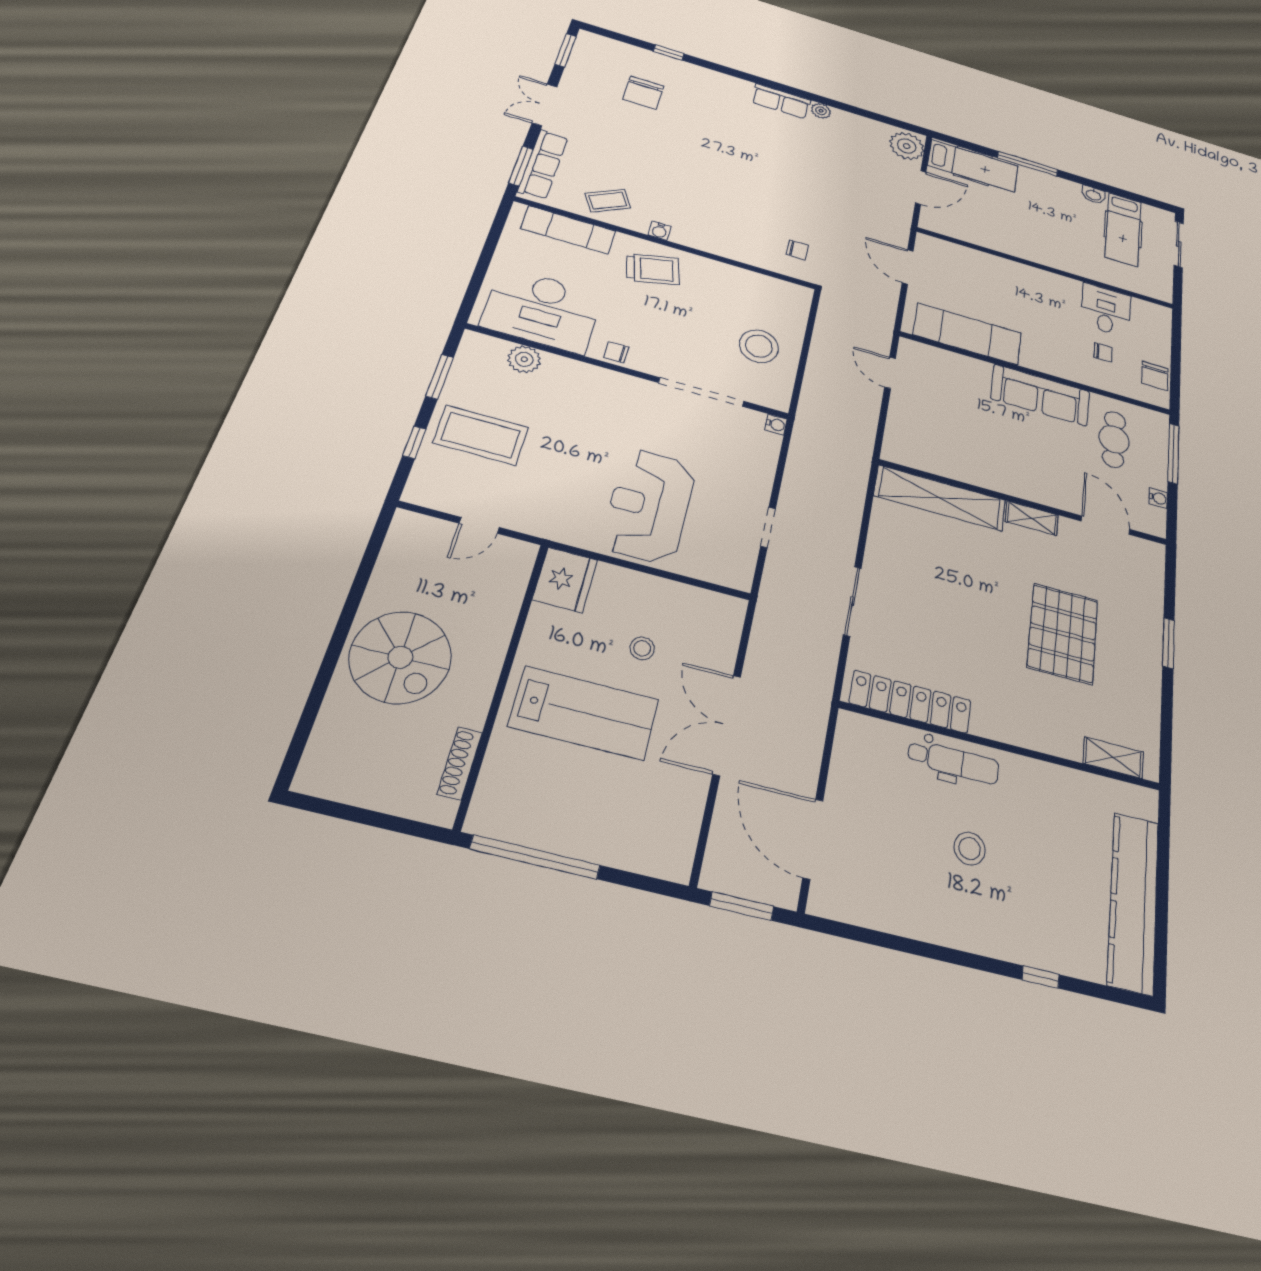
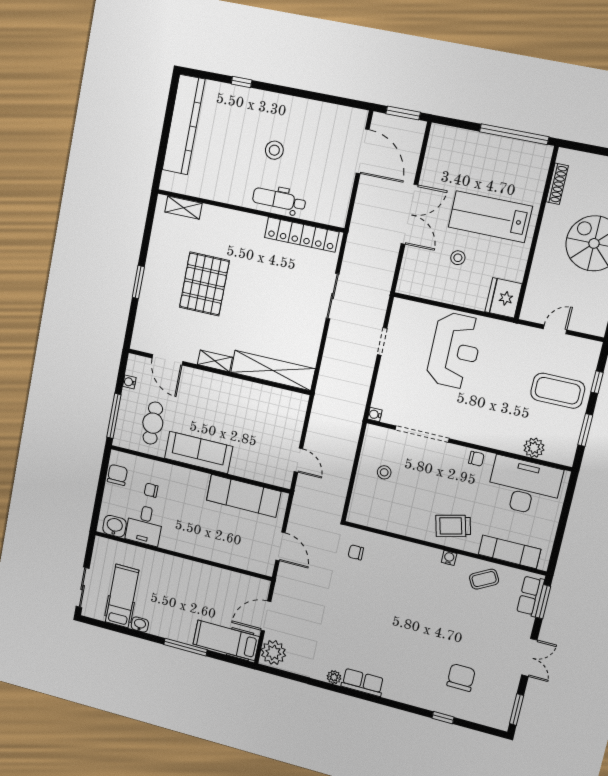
row of seats: (543, 164) -> (531, 596), width x0.68
washbasin: (1148, 313) -> (115, 526), added
stool: (759, 346) -> (384, 472), width x0.53, depth x0.53

